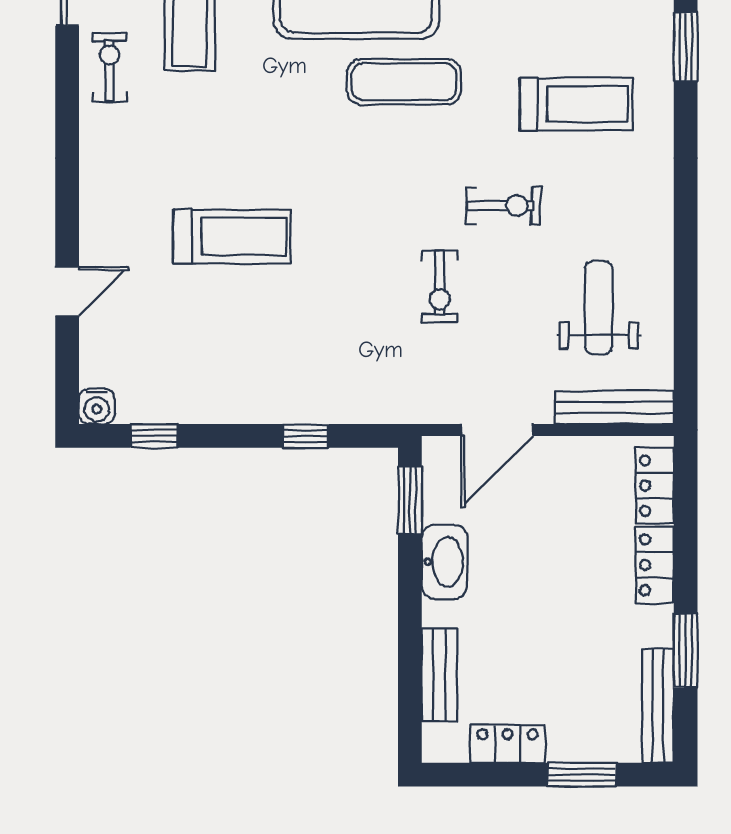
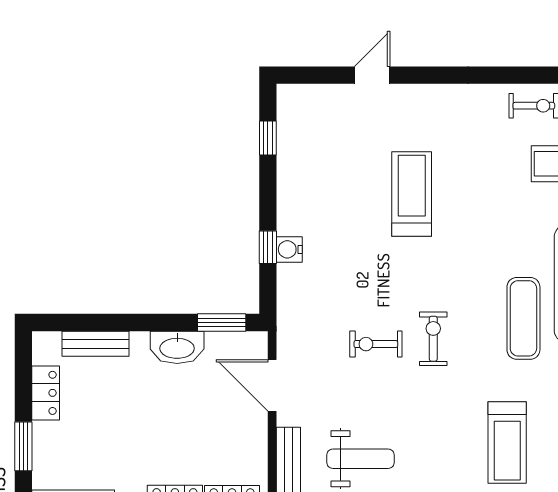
exercise bike: (504, 206) -> (433, 339), moved, turned 180
treadmill: (232, 237) -> (412, 194), turned 180
door: (67, 291) -> (372, 75), swing flipped
water cooler: (97, 406) -> (289, 249), moved

